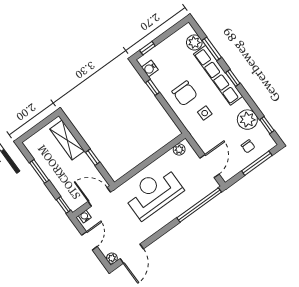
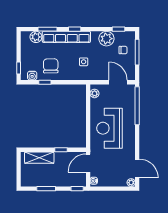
chair: (185, 93) -> (51, 66), moved, turned -91
door: (89, 241) -> (111, 189), removed

